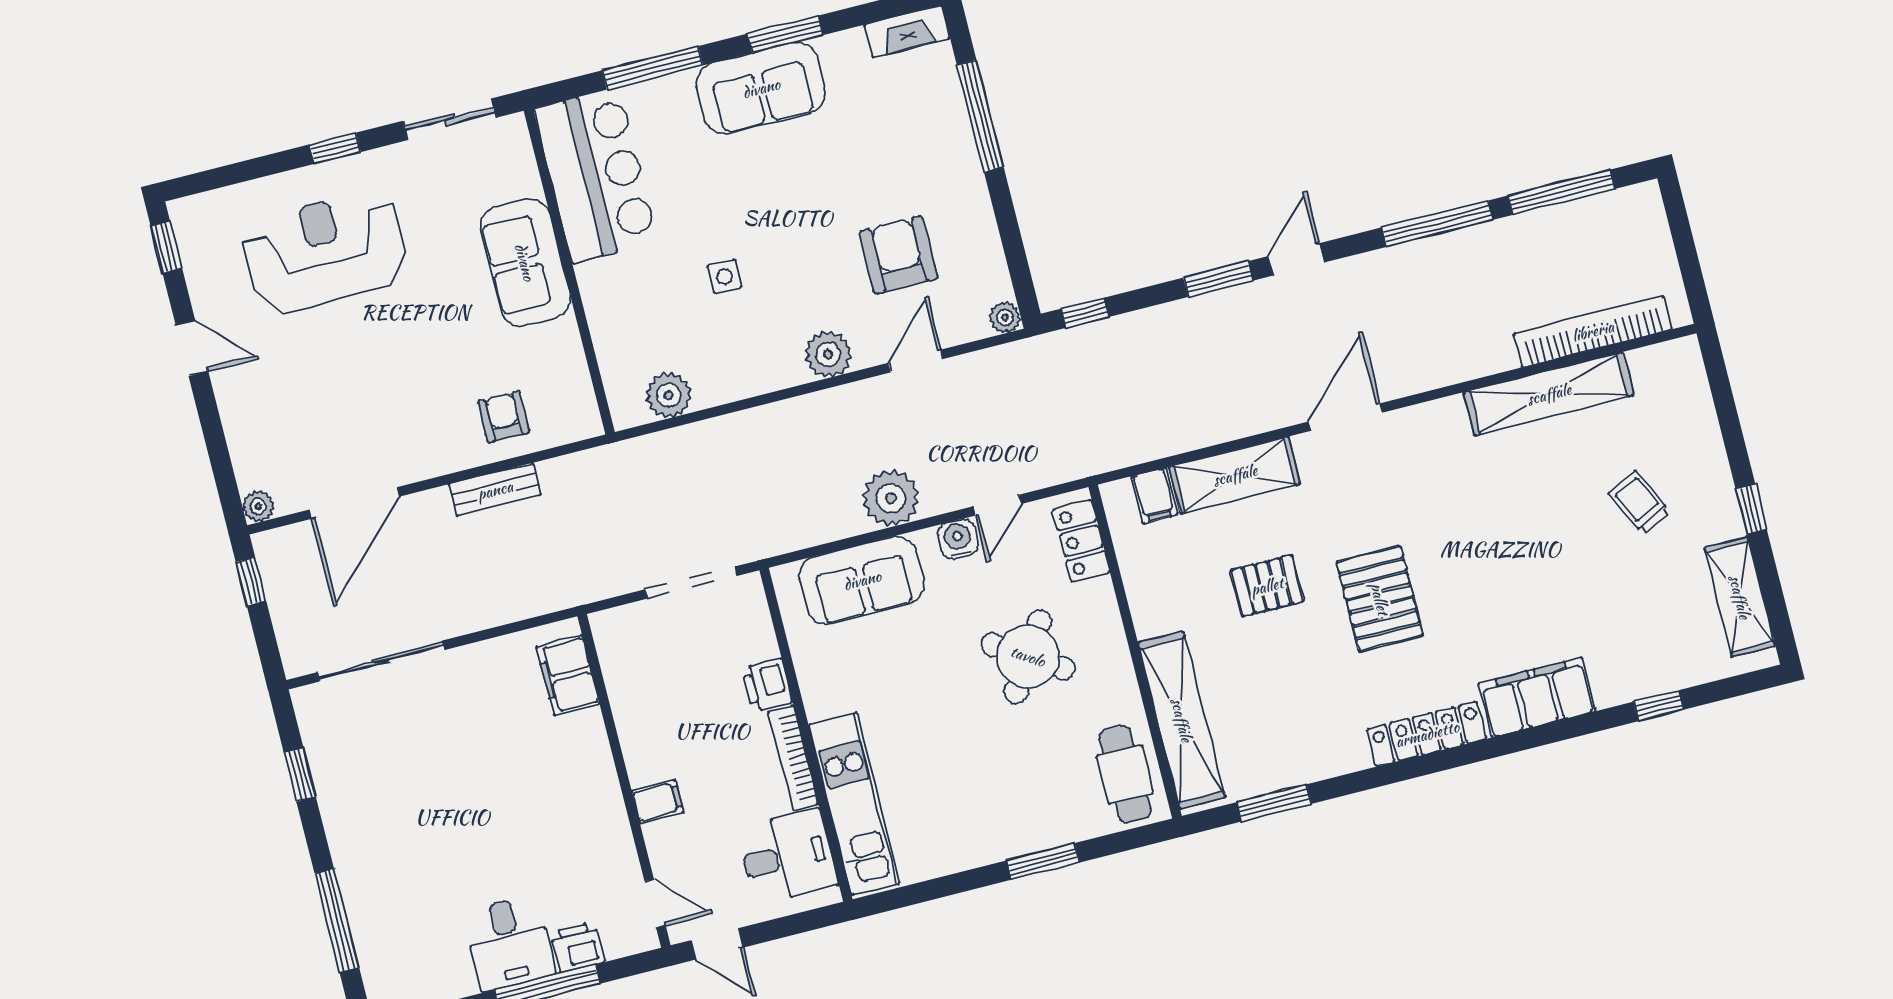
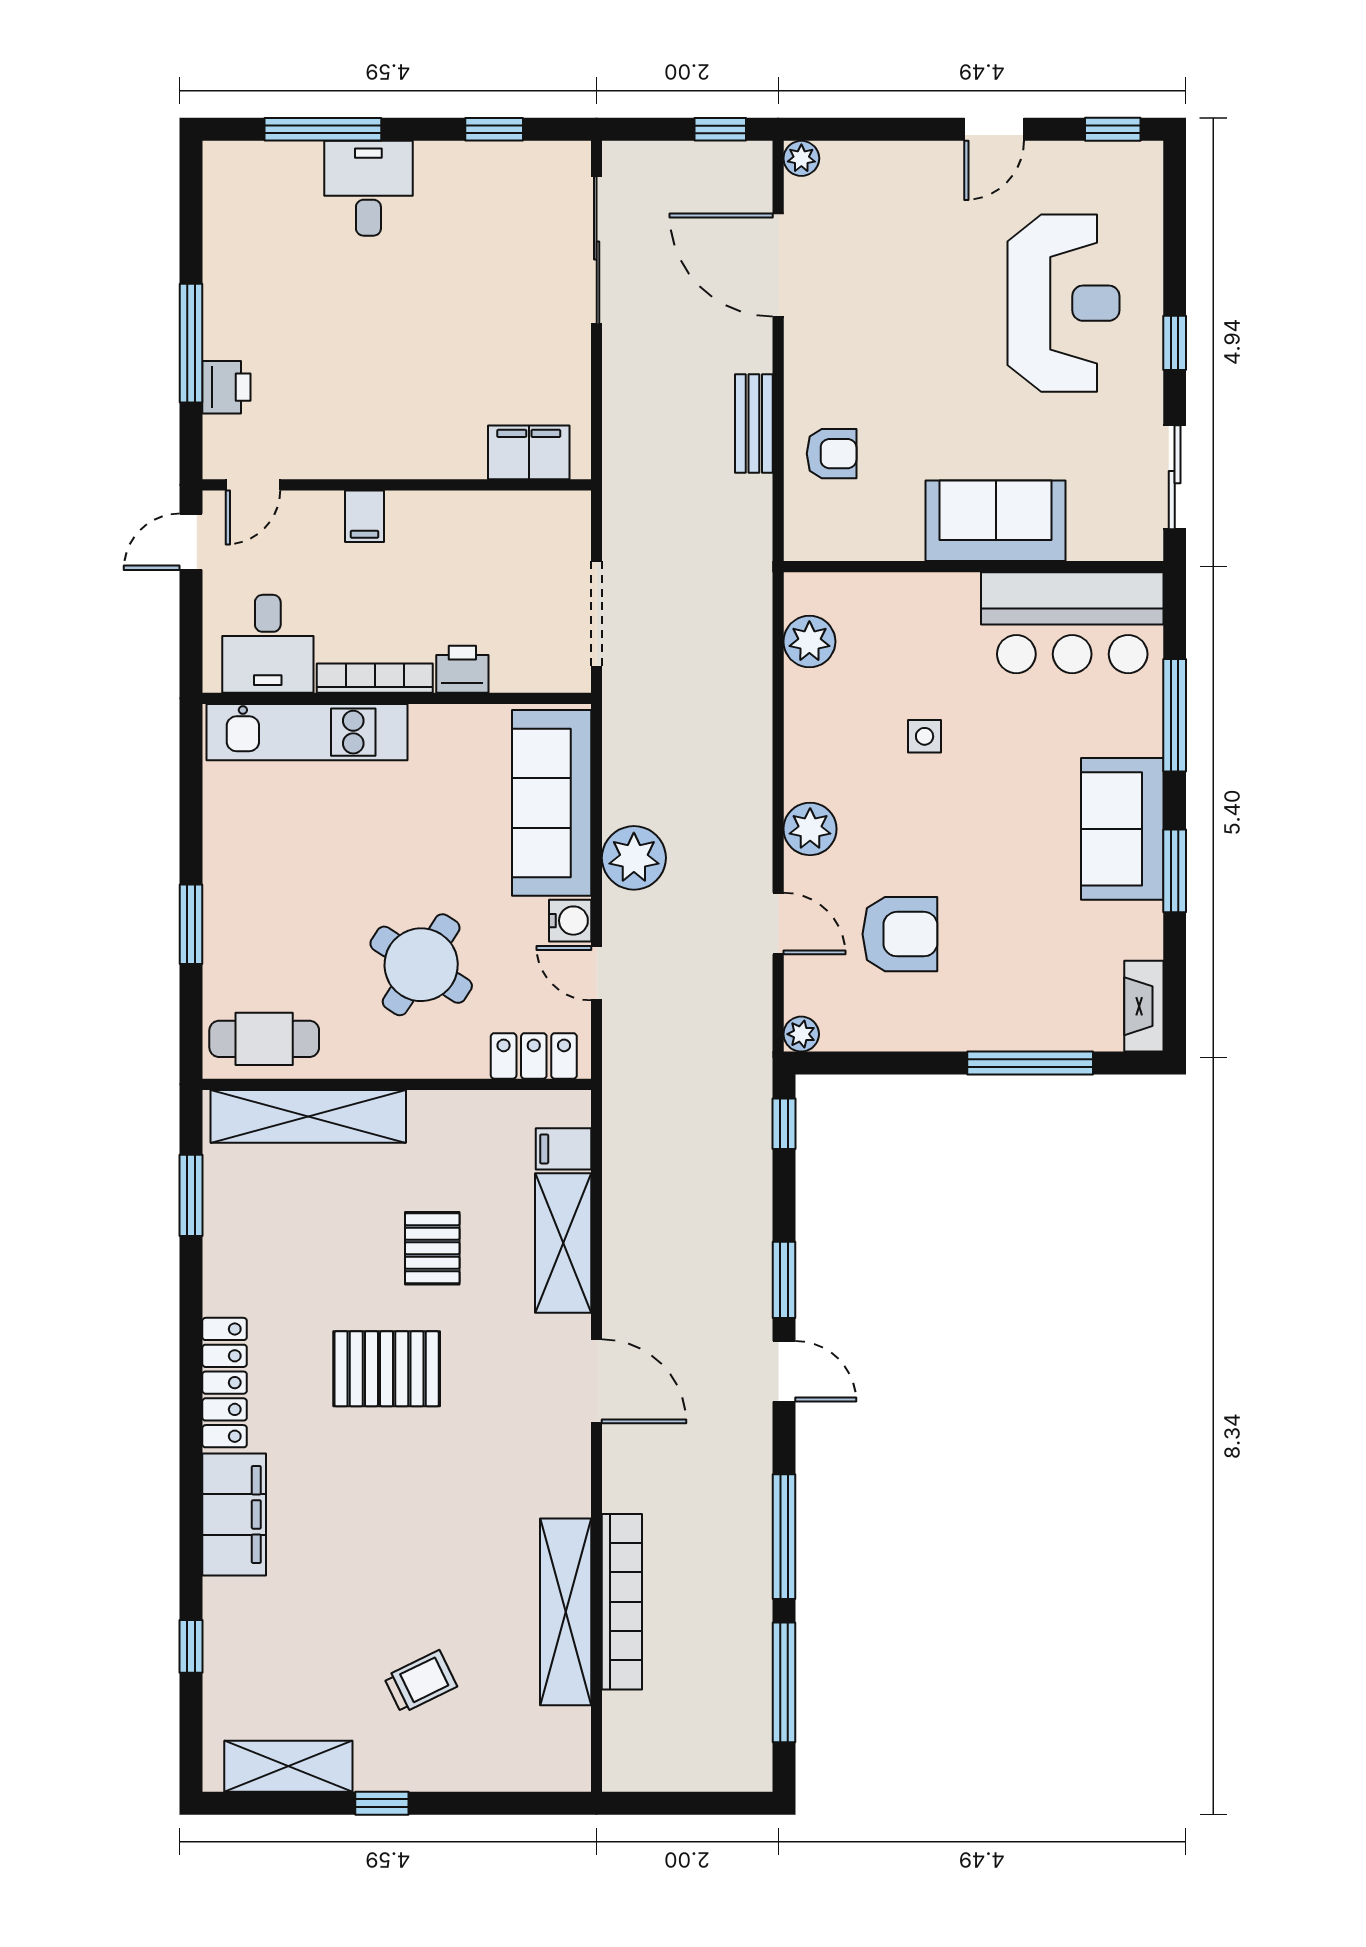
bookcase: (1593, 331) -> (622, 1602), moved
sofa: (862, 580) -> (552, 803), width x1.36
desk: (509, 943) -> (368, 188), moved, turned 90

